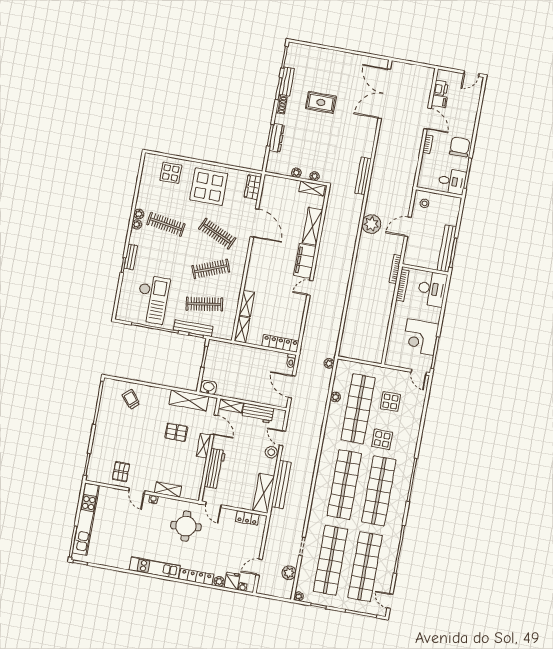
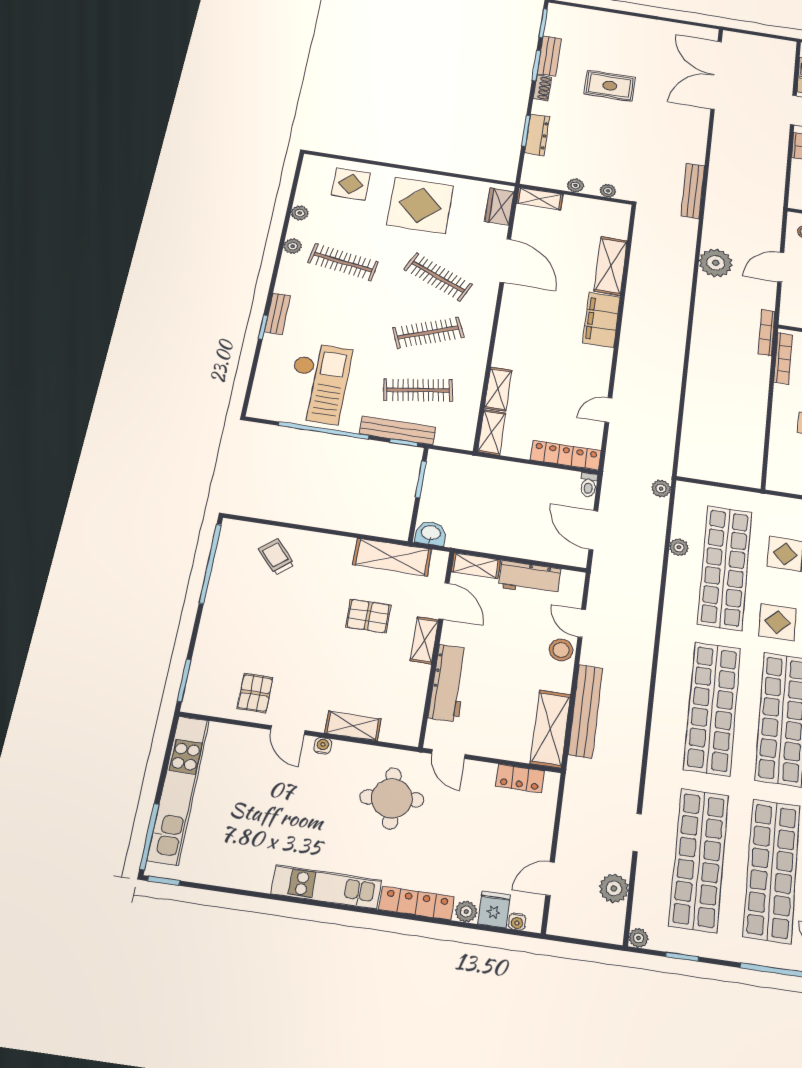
shelving: (312, 188) -> (540, 199), moved
plant: (137, 224) -> (300, 213), moved
door: (310, 288) -> (608, 410), moved

